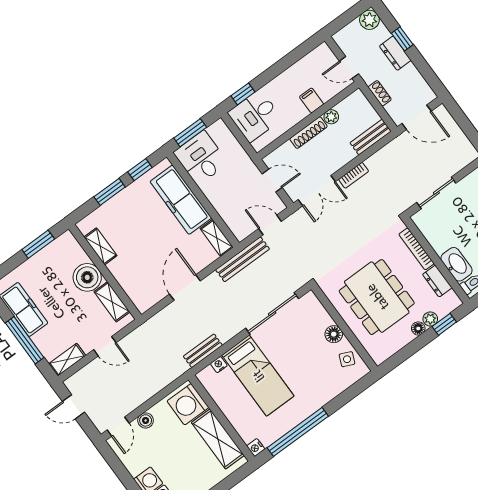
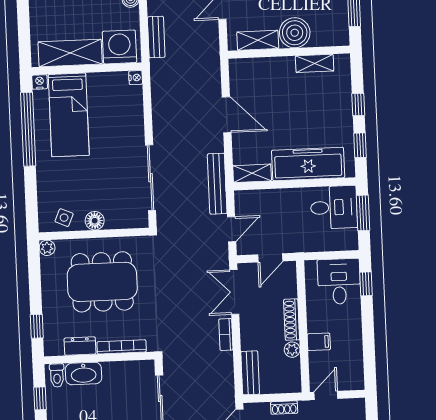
window: (110, 192) -> (358, 104), width x0.67
plant: (430, 319) -> (47, 248), moved
floor lamp: (418, 328) -> (49, 300), removed
bench: (203, 351) -> (156, 37), moved
nightstand: (219, 365) -> (136, 78), moved
bed: (258, 376) -> (69, 115), moved, turned -90

